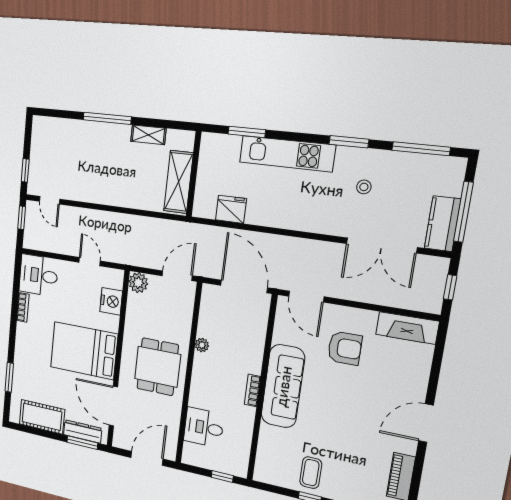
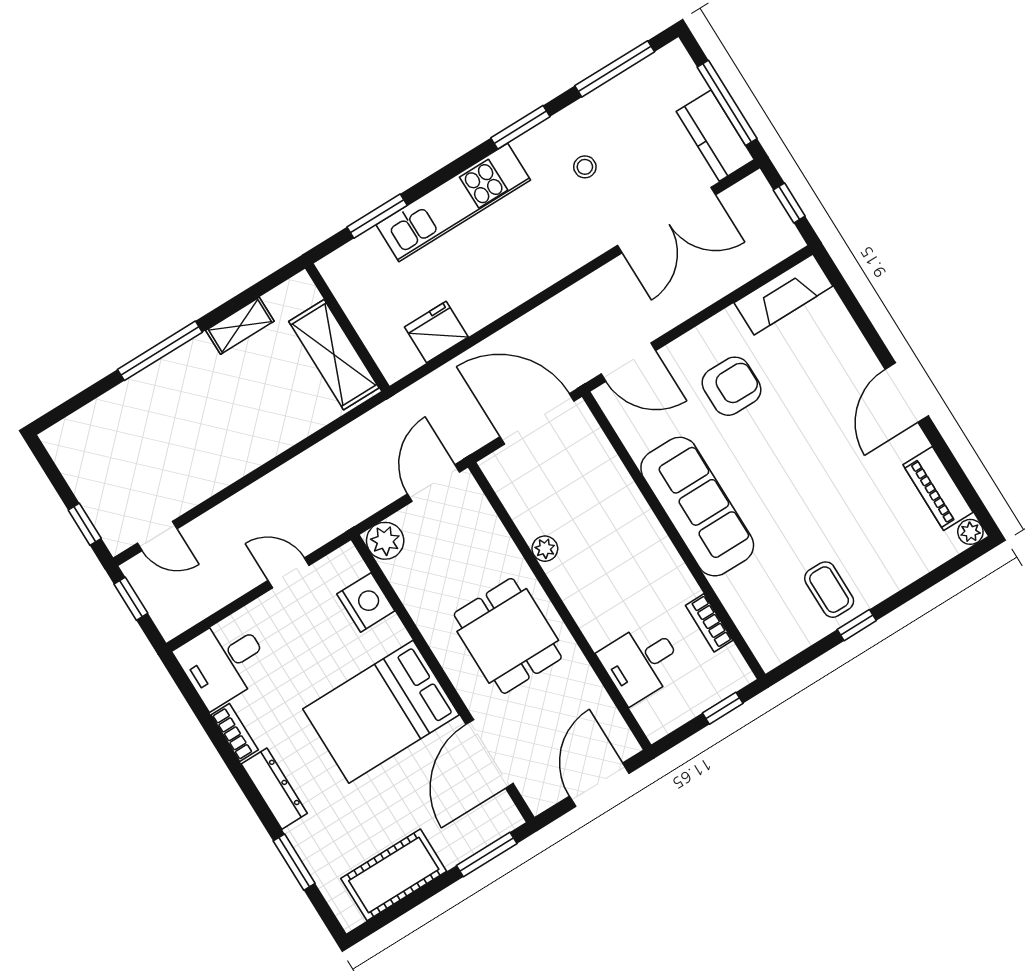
bookcase: (252, 390) -> (709, 623), moved
door: (113, 406) -> (490, 754), hinge flipped
dresser: (83, 431) -> (274, 789), moved, turned 90

